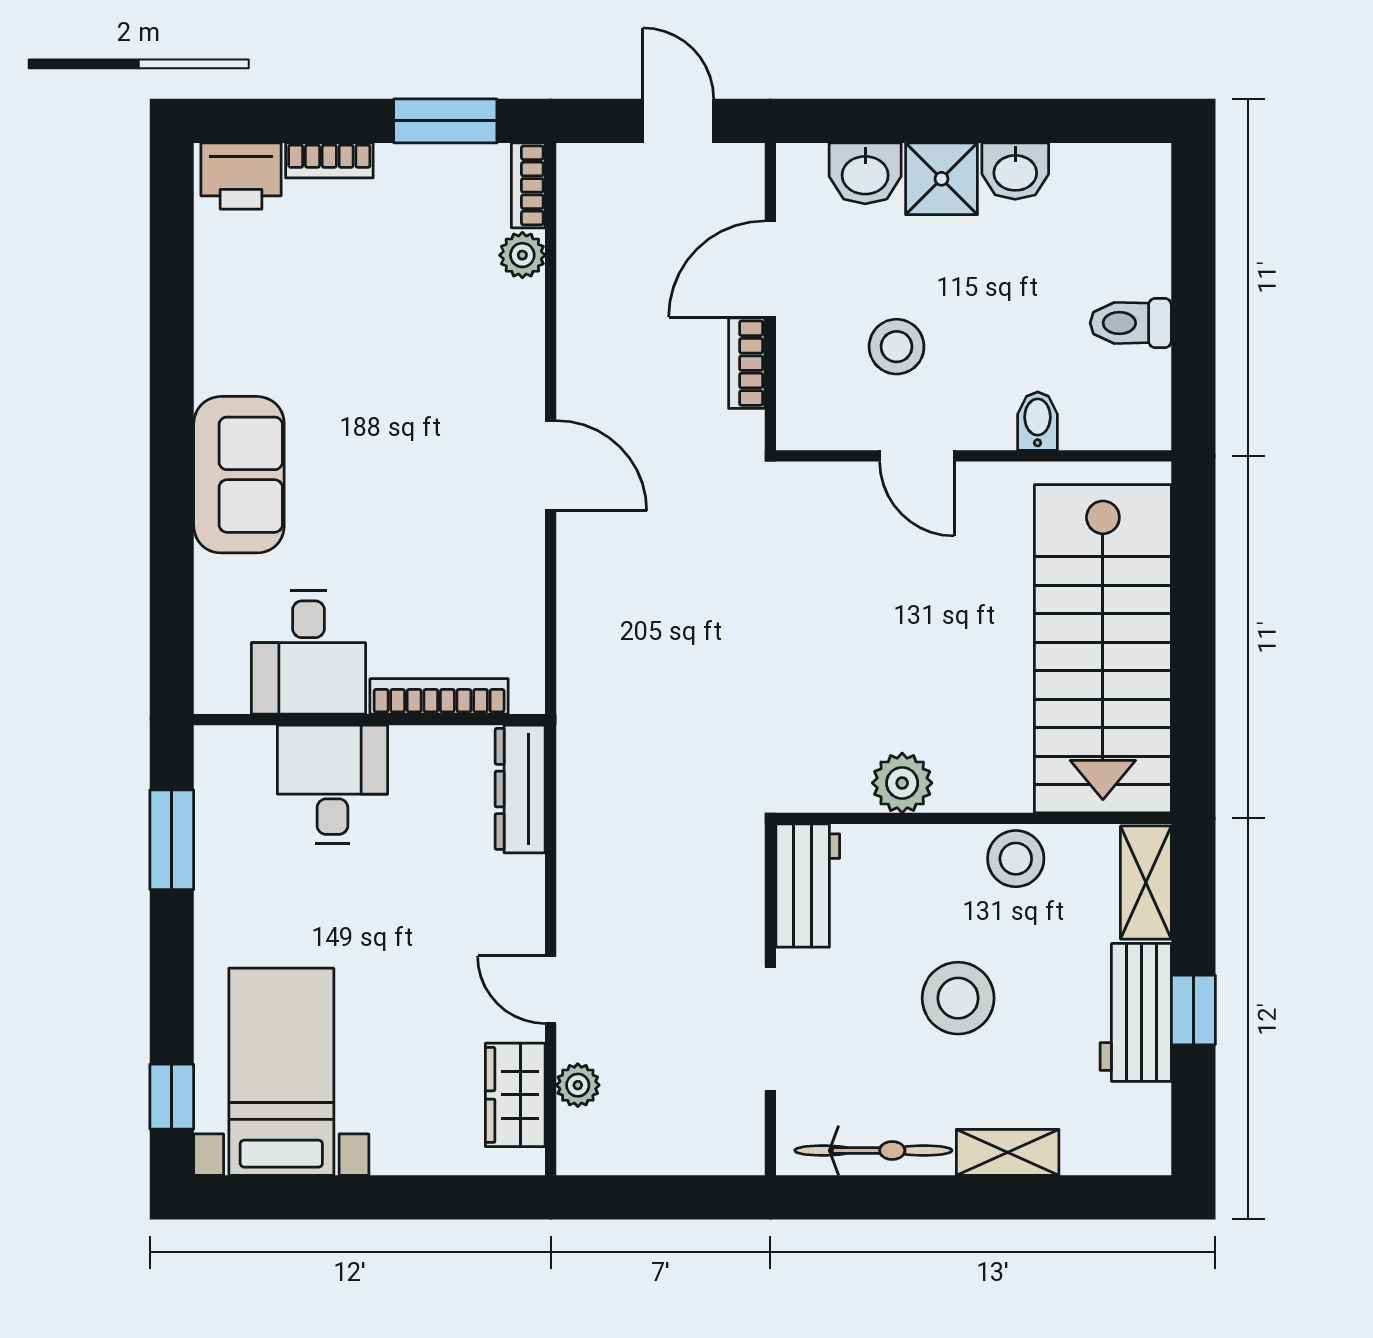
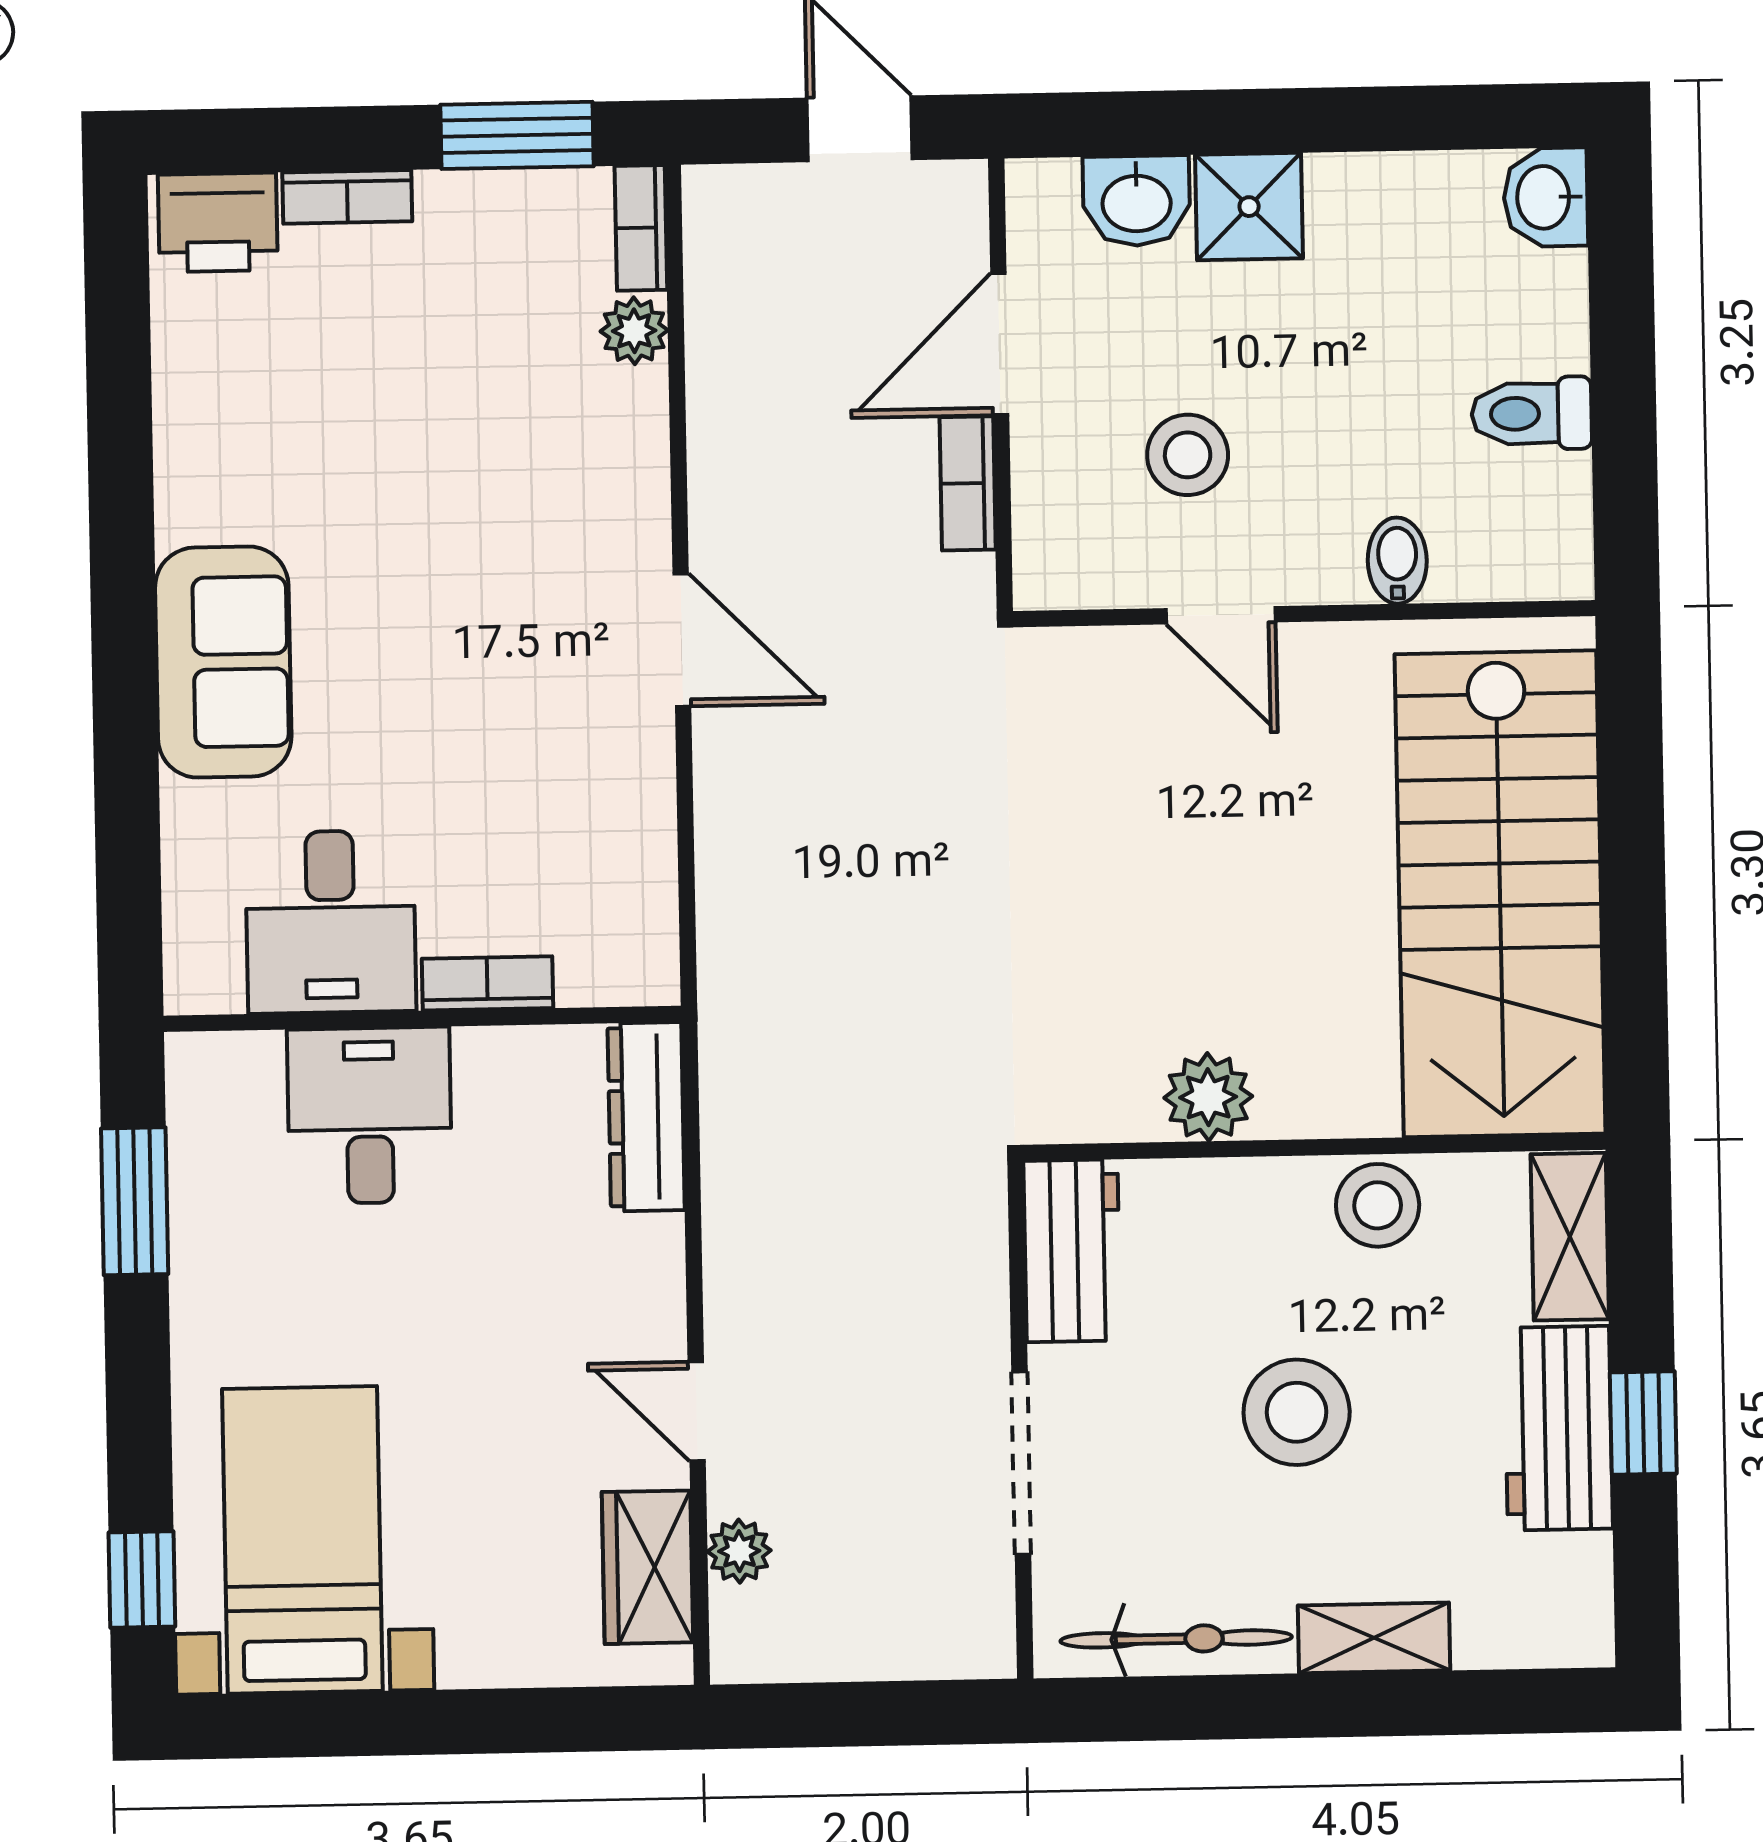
washbasin: (1015, 171) -> (1546, 197), moved, turned 90
bookcase: (439, 696) -> (487, 983), width x0.64

